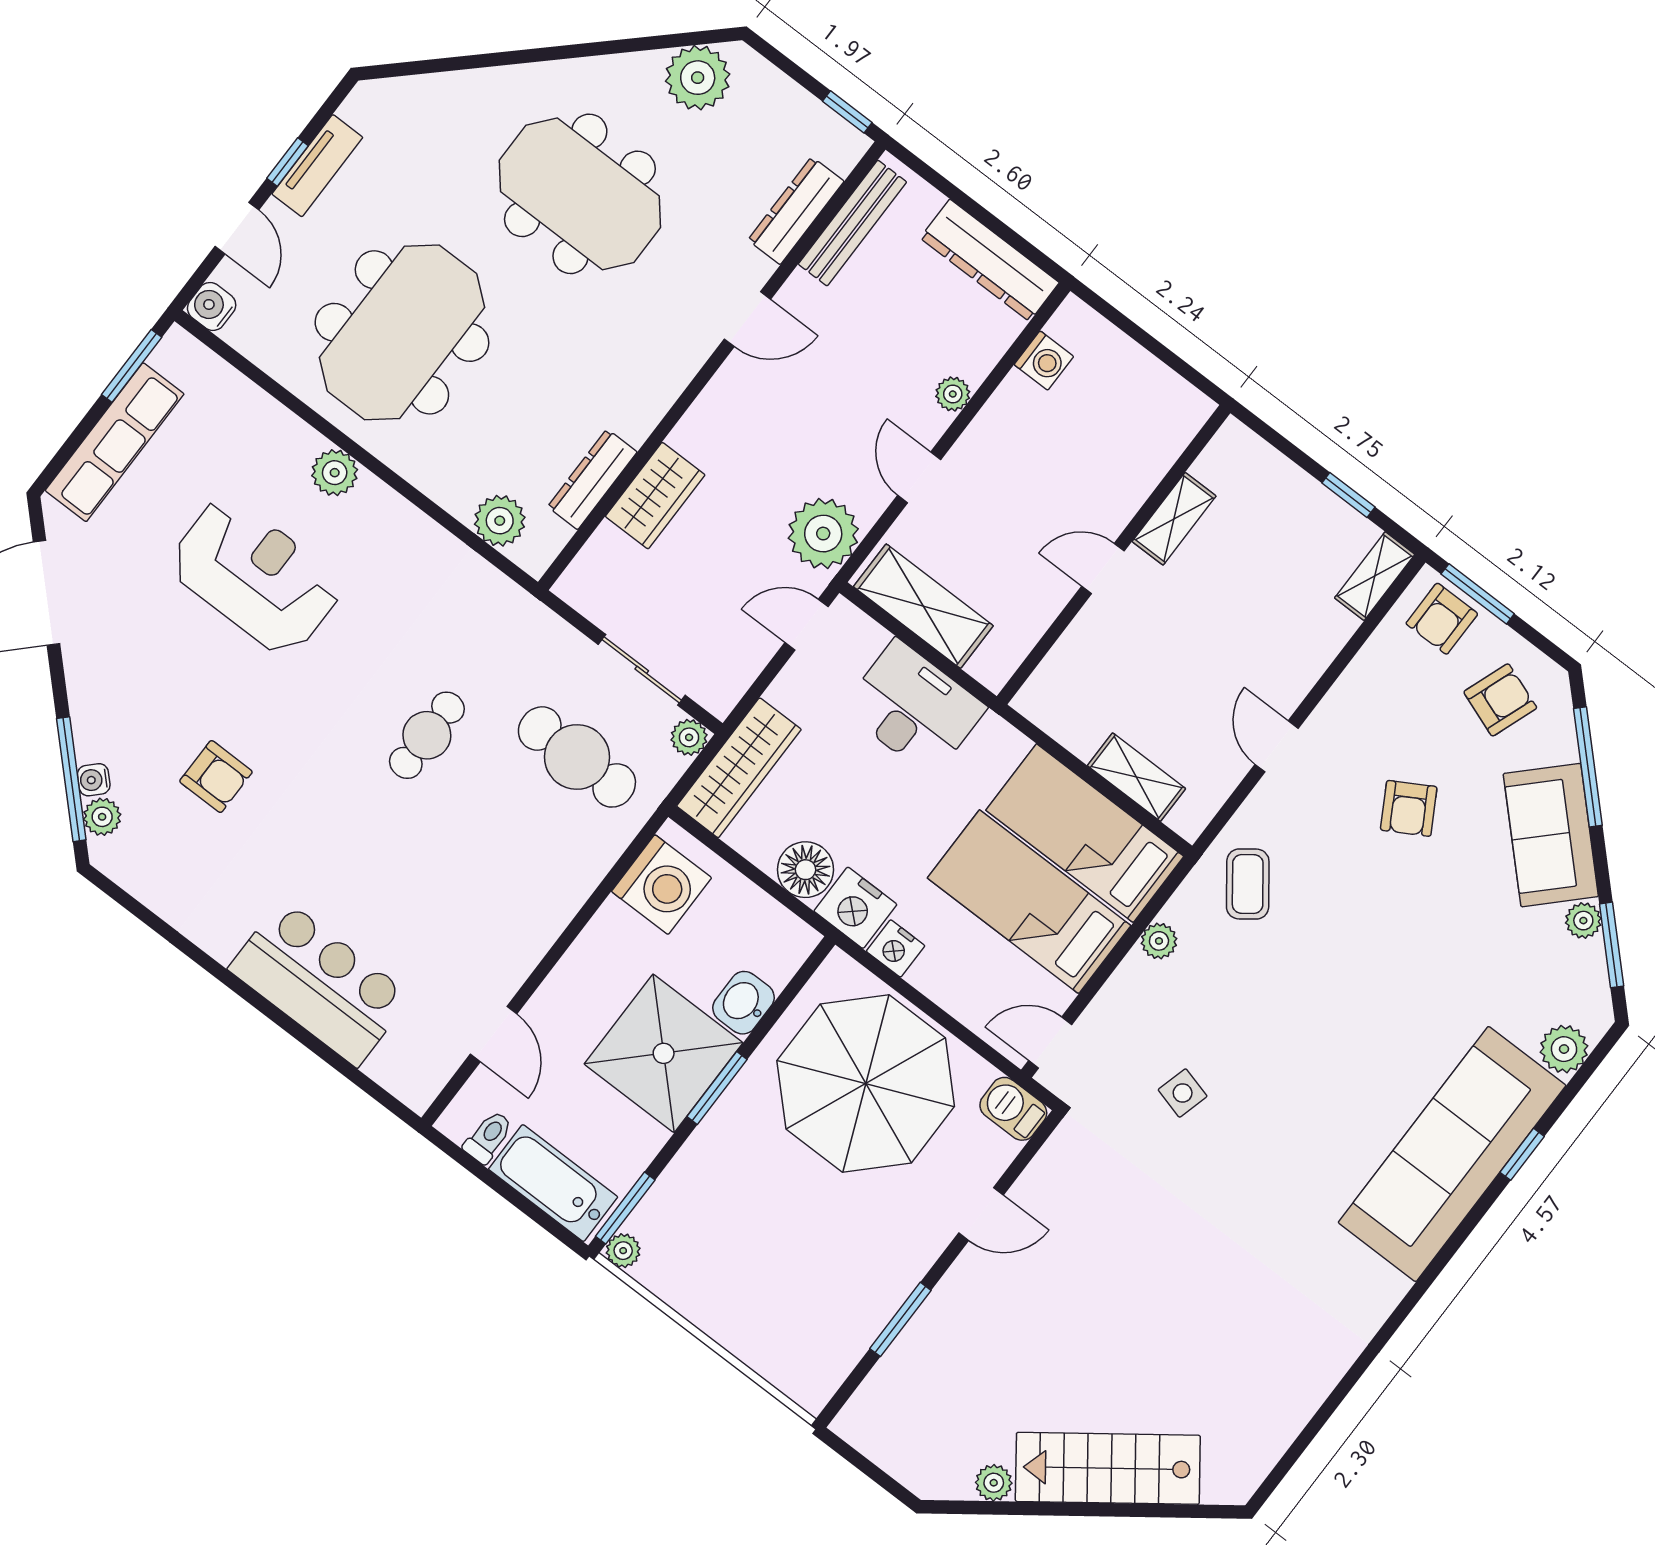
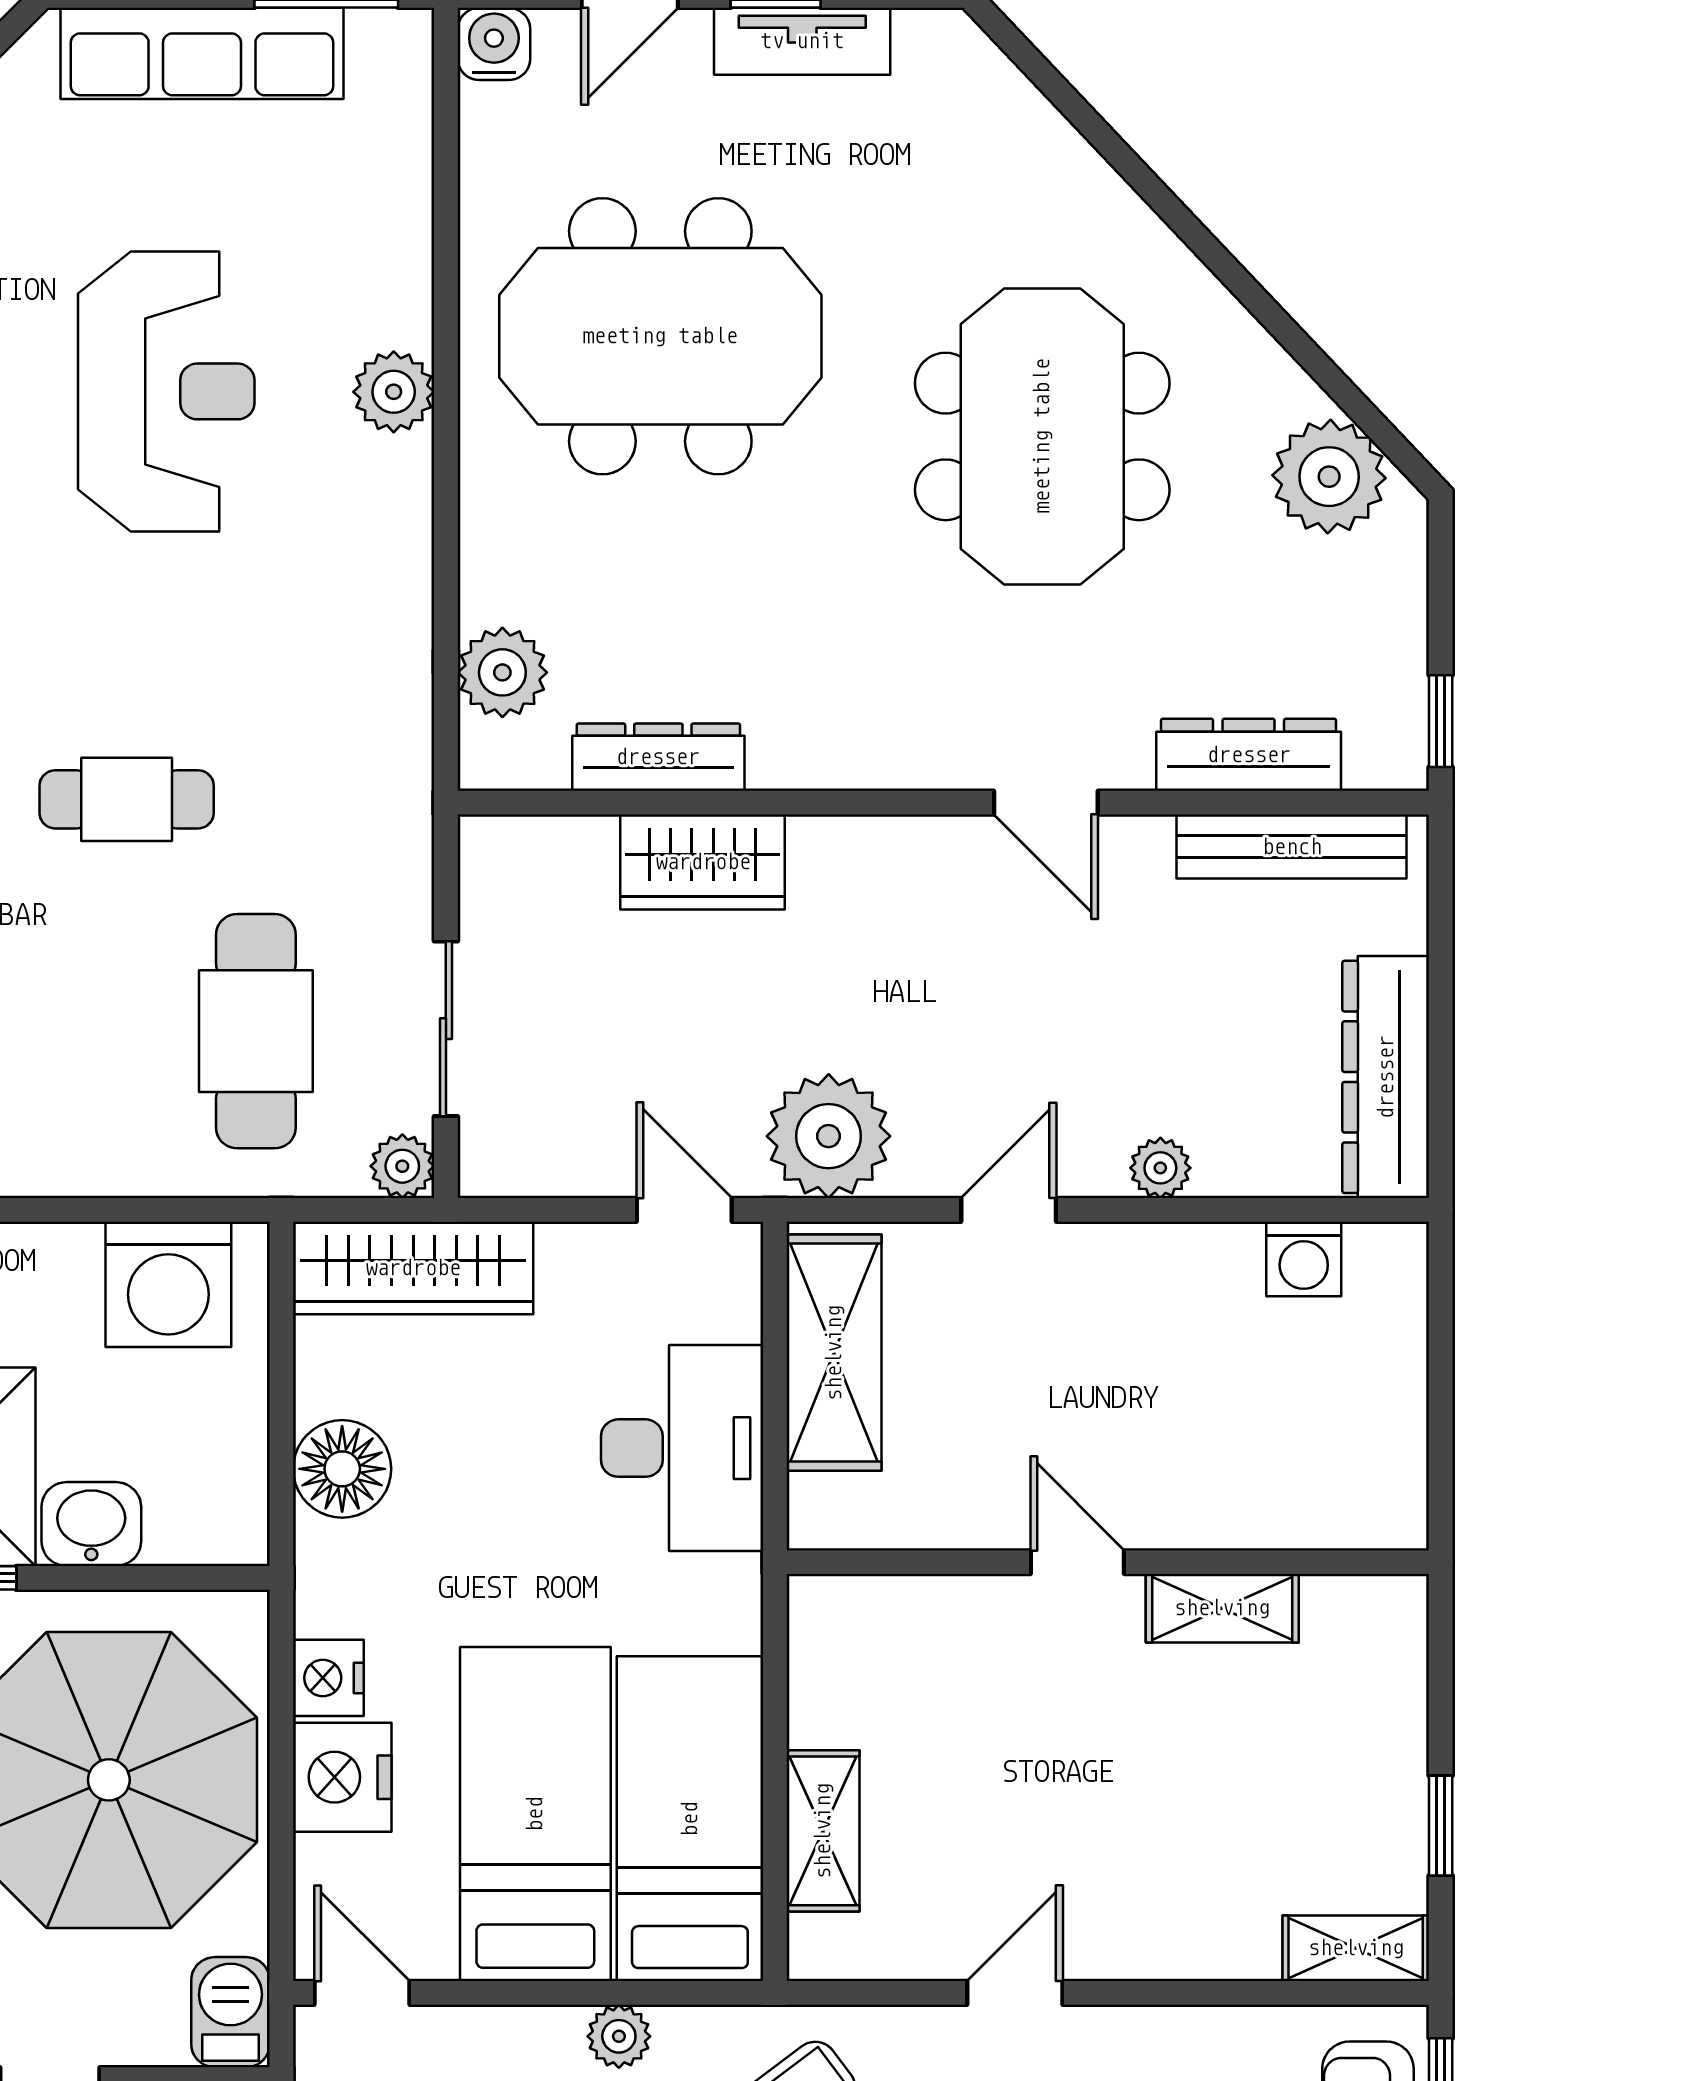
nightstand: (855, 908) -> (342, 1777), moved

